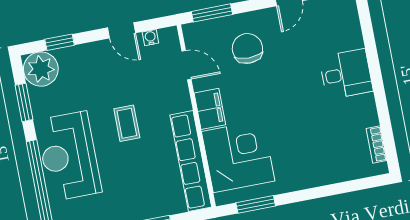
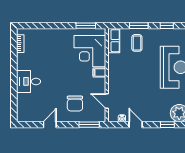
filing cabinet: (210, 109) -> (99, 72), width x0.50
coffee table: (127, 123) -> (137, 43), moved
row of seats: (191, 161) -> (114, 41), width x0.50

